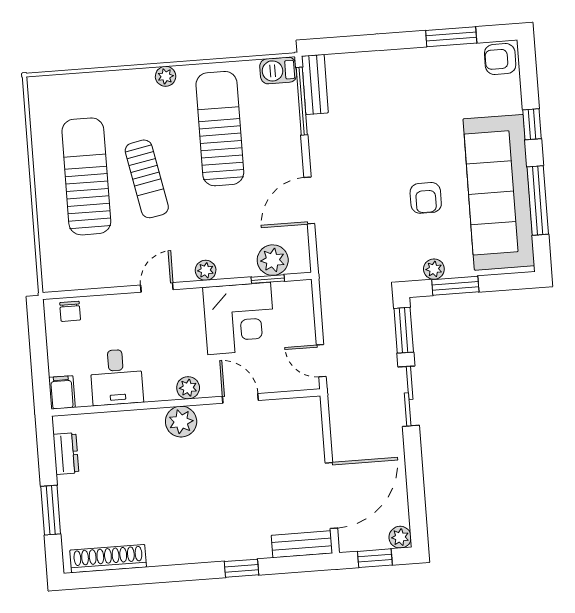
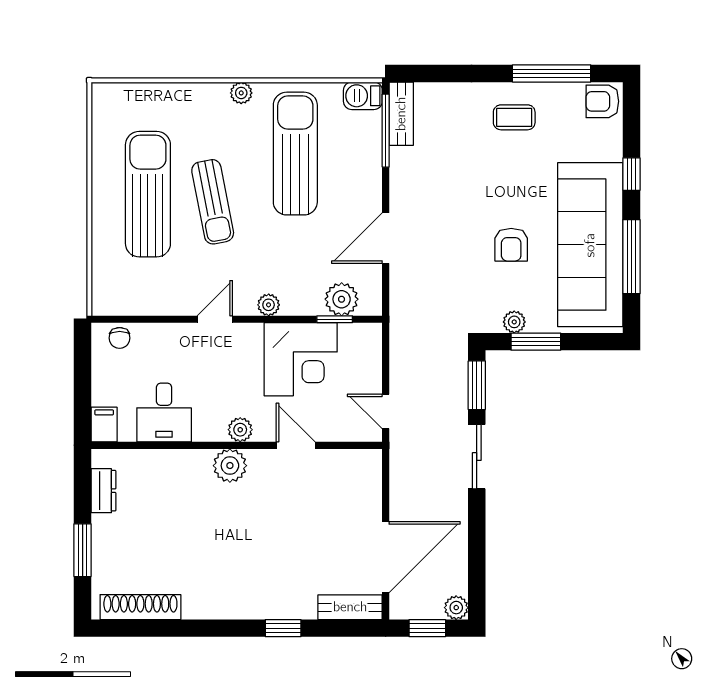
window: (451, 37) -> (552, 73), width x1.44
coffee table: (420, 80) -> (514, 117), added

